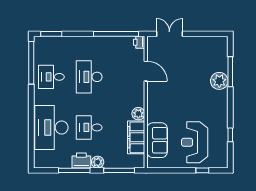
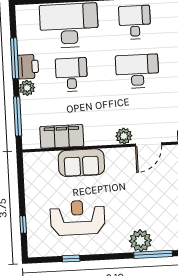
plant: (138, 114) -> (124, 136), moved
sofa: (157, 140) -> (81, 163), moved
reception desk: (195, 142) -> (78, 218), moved

